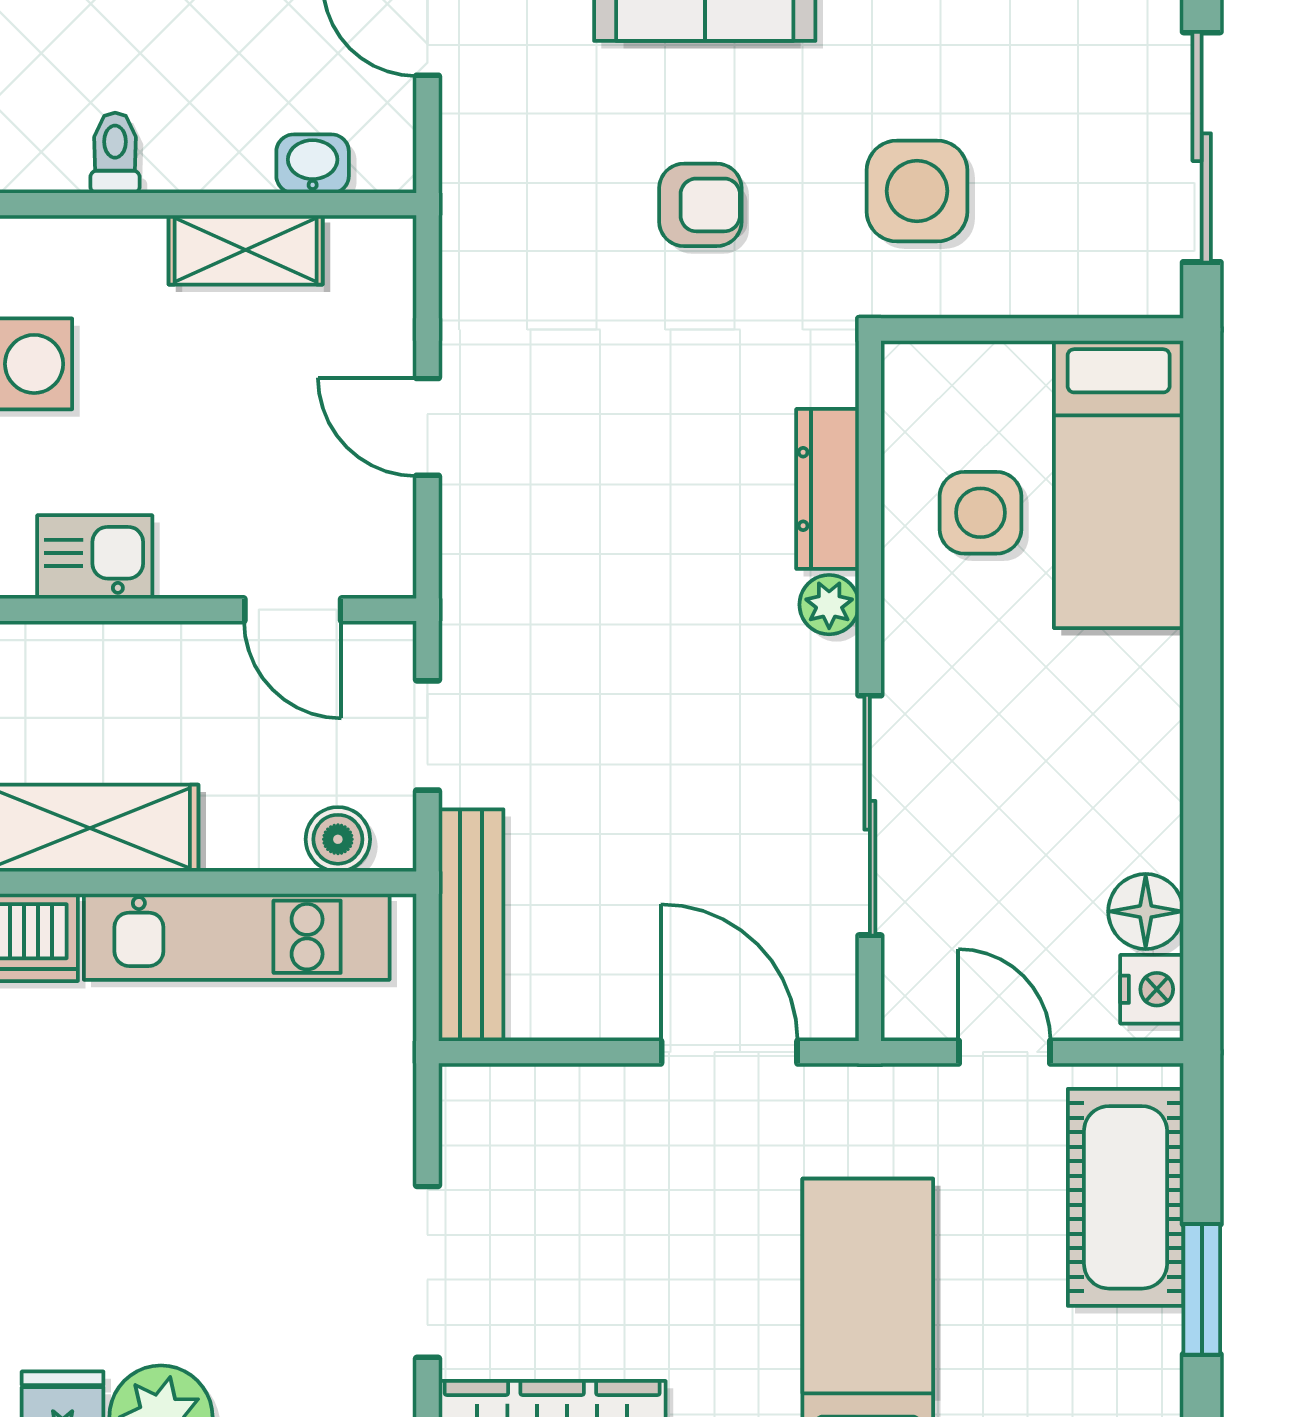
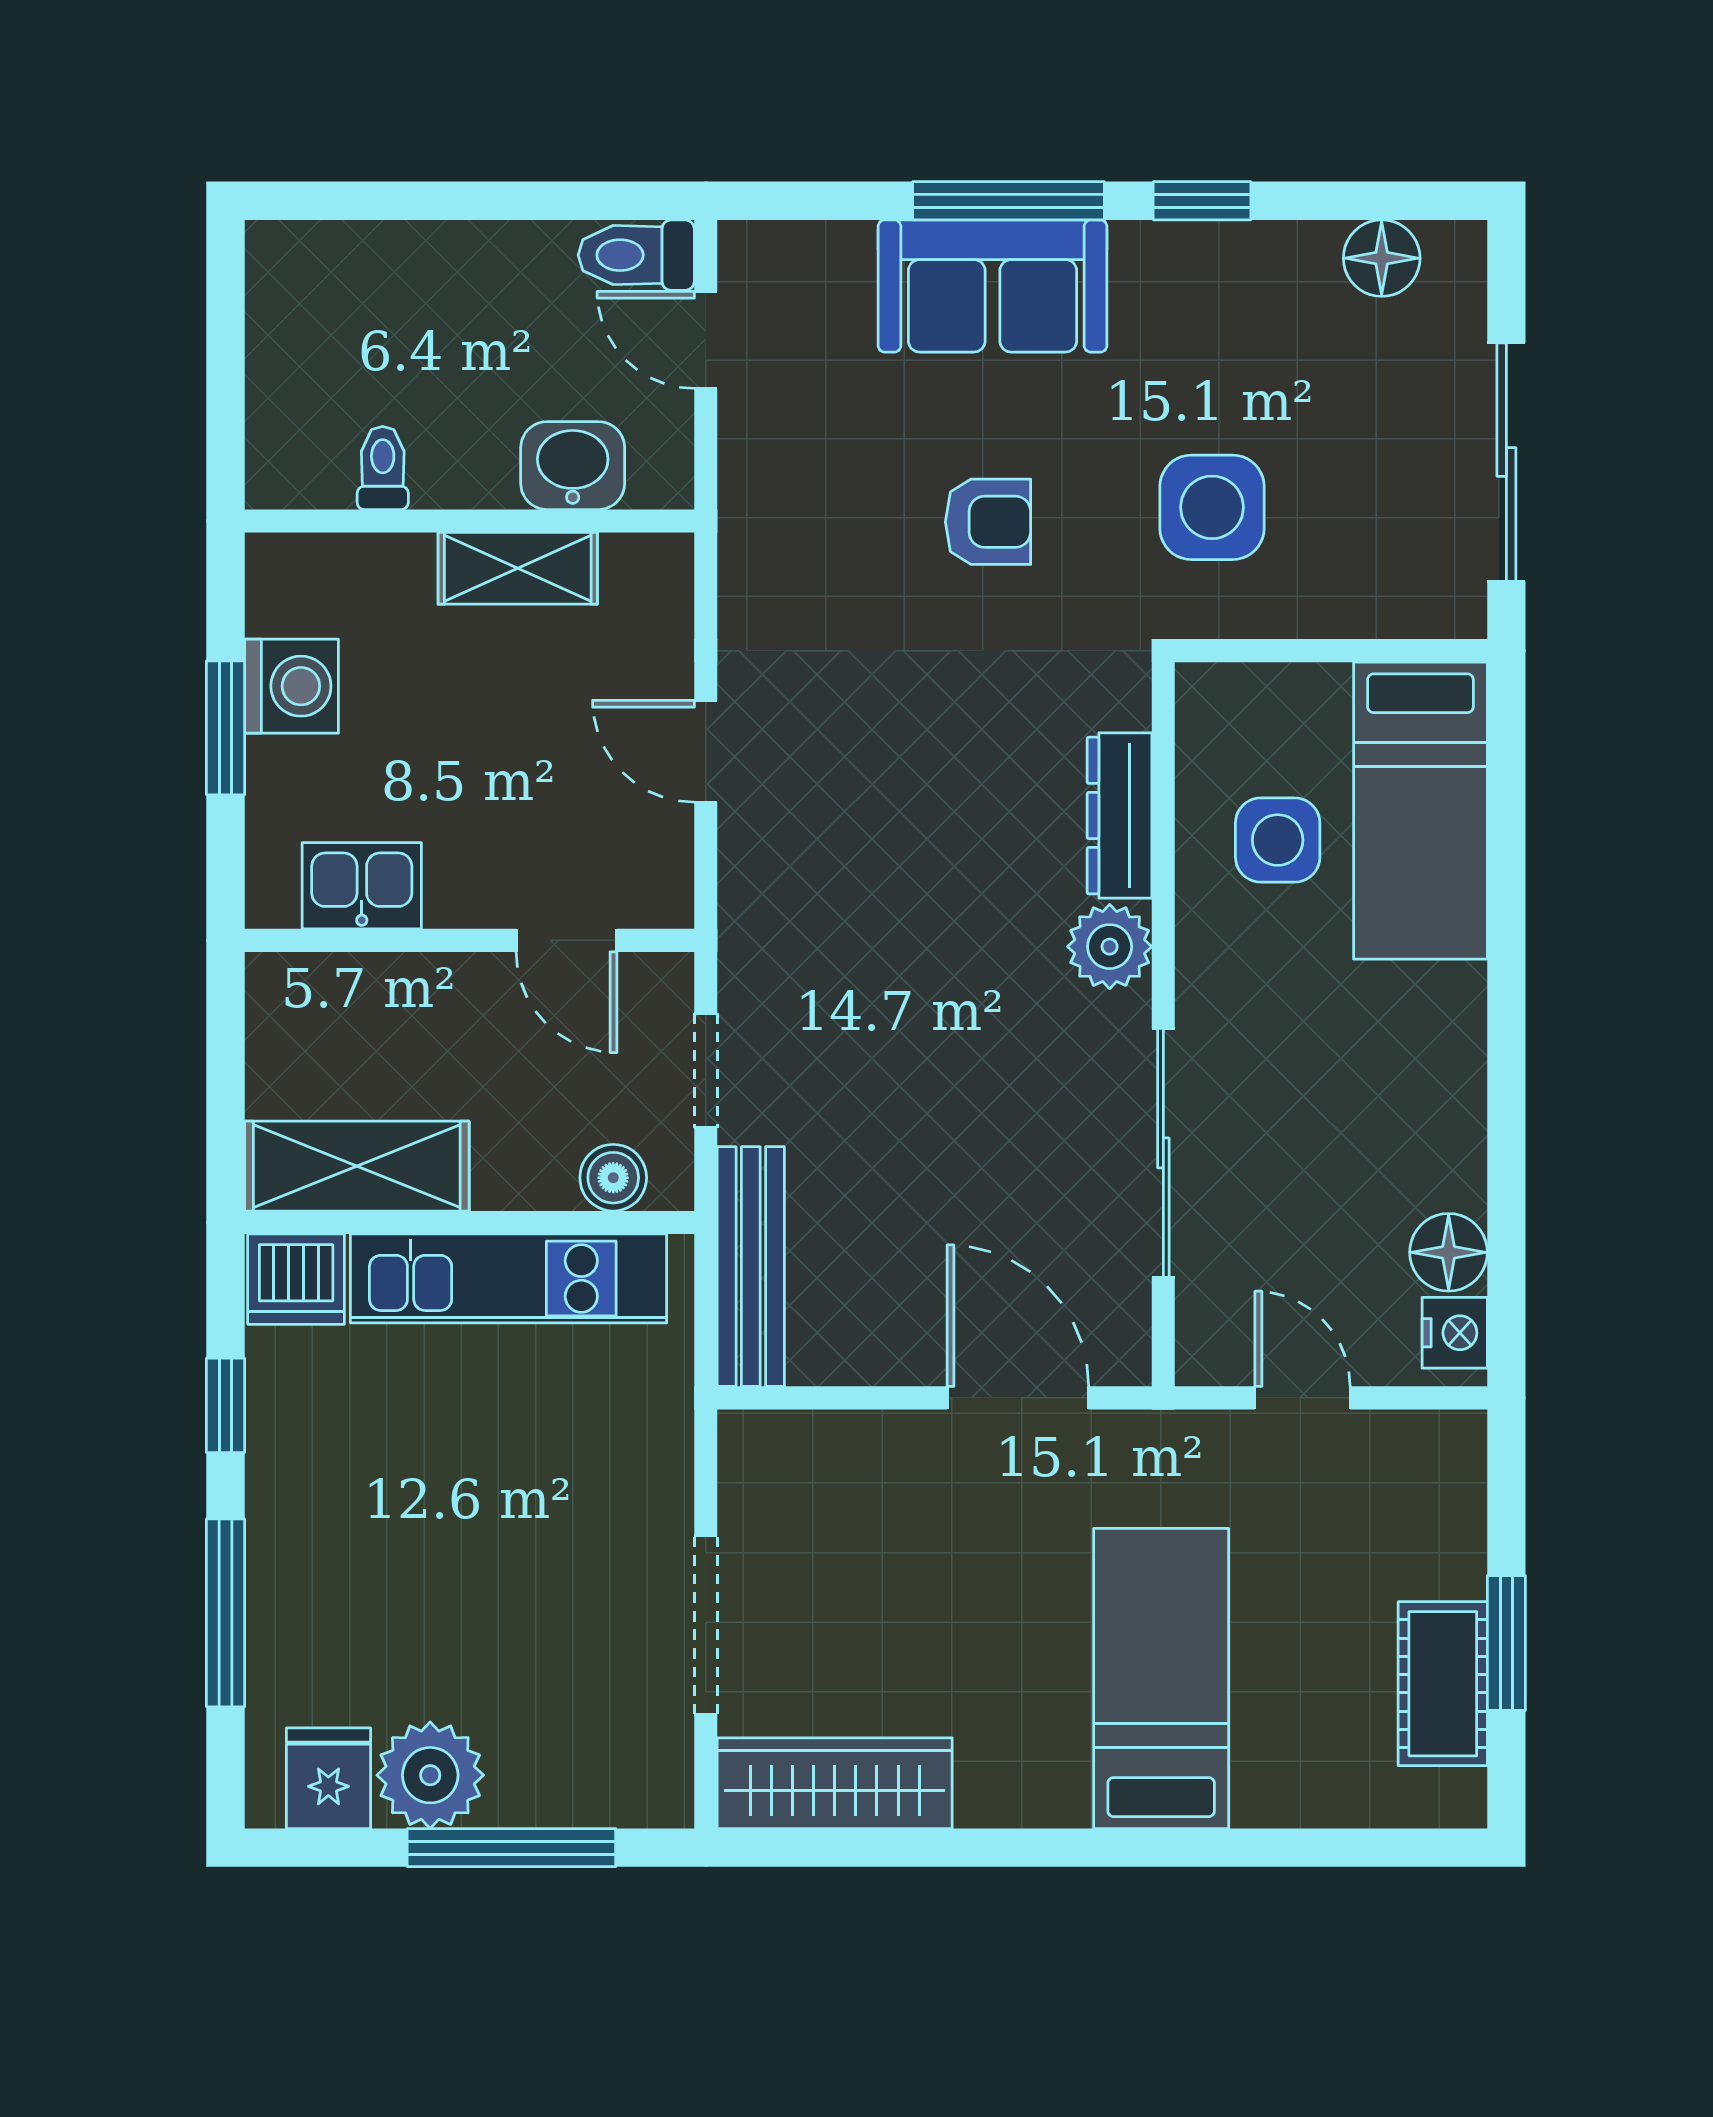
washbasin: (313, 164) -> (573, 466), width x1.38, depth x1.45
plant: (829, 605) -> (1110, 947), width x1.38, depth x1.38
cot: (1126, 1197) -> (1443, 1684), moved, width x0.73, depth x0.75

